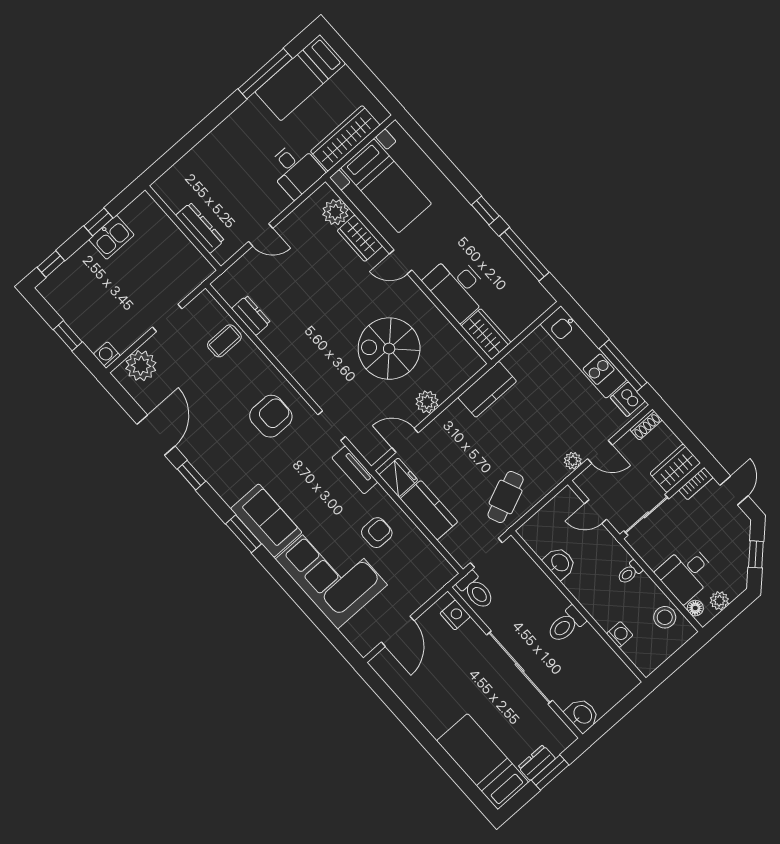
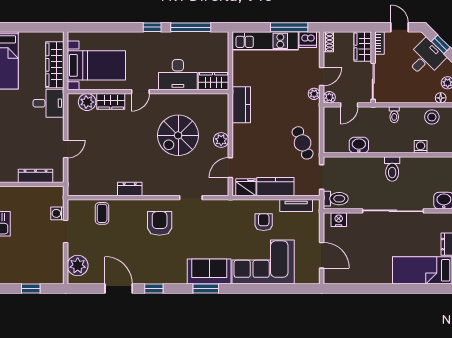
dresser: (251, 315) -> (130, 189), moved
washing machine: (107, 355) -> (57, 213), moved
tv unit: (355, 470) -> (296, 206), moved
plant: (584, 481) -> (329, 97), added
desk: (686, 573) -> (426, 58), moved, turned -135

